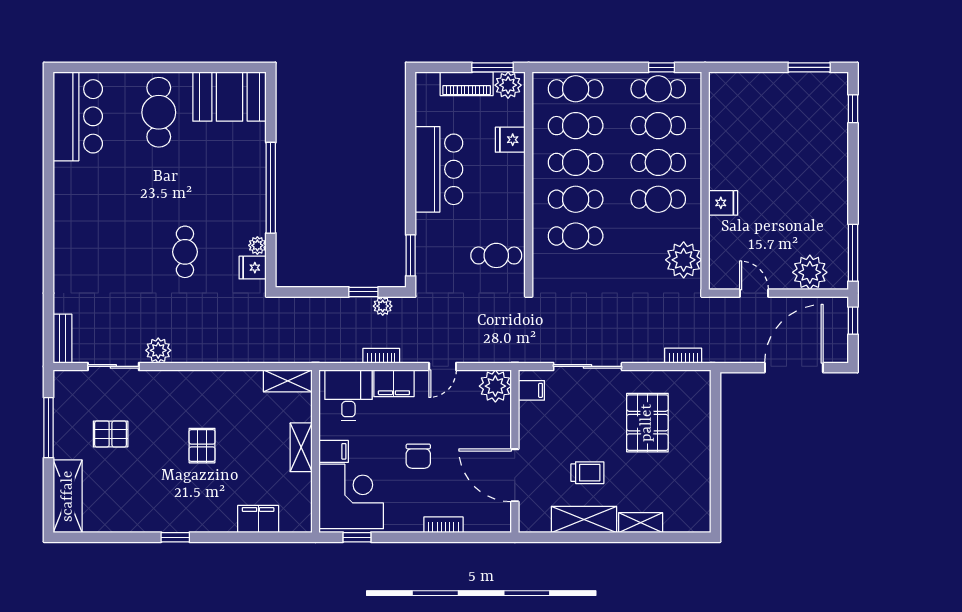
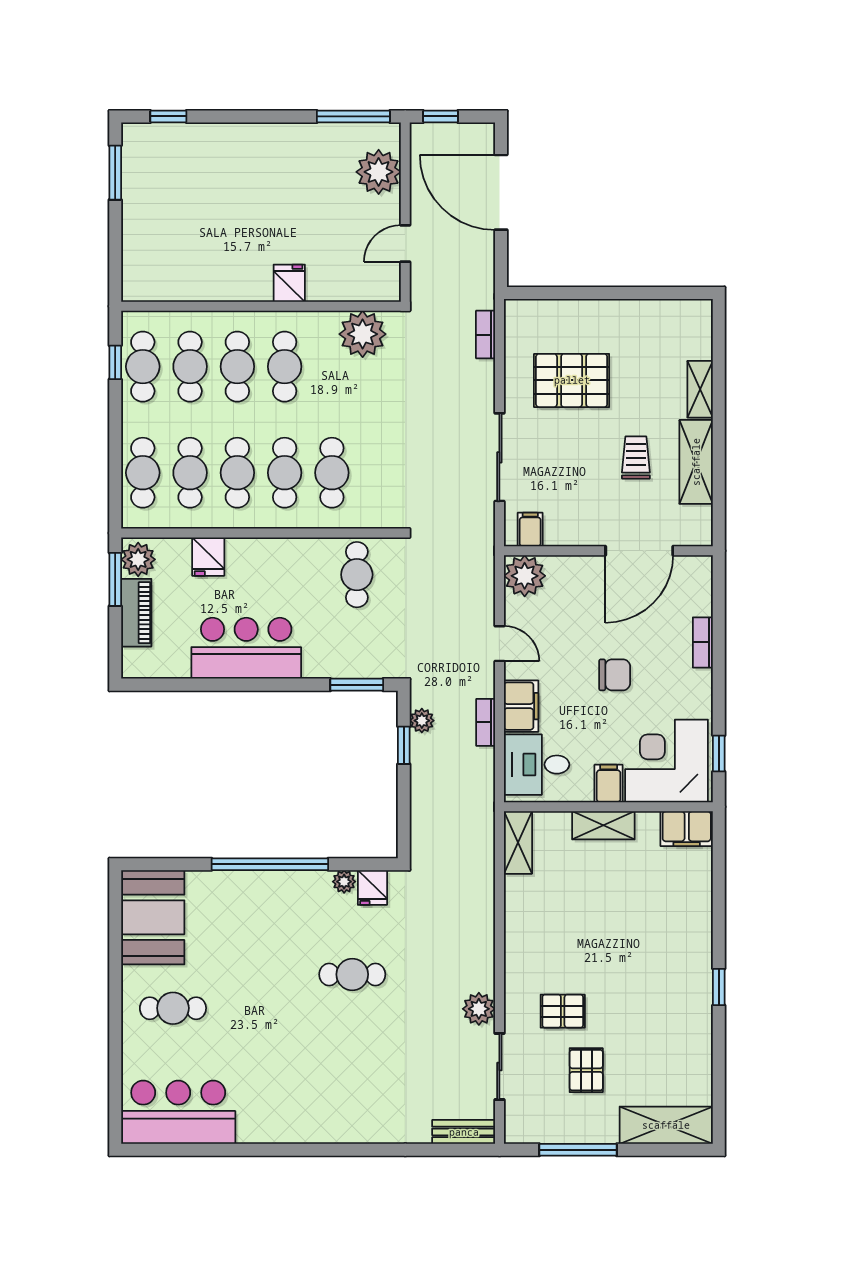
cafe table: (159, 112) -> (173, 1008), width x0.73, depth x0.74
pallet: (202, 446) -> (563, 1011), moved
filing cabinet: (258, 519) -> (687, 829), moved, turned -90

